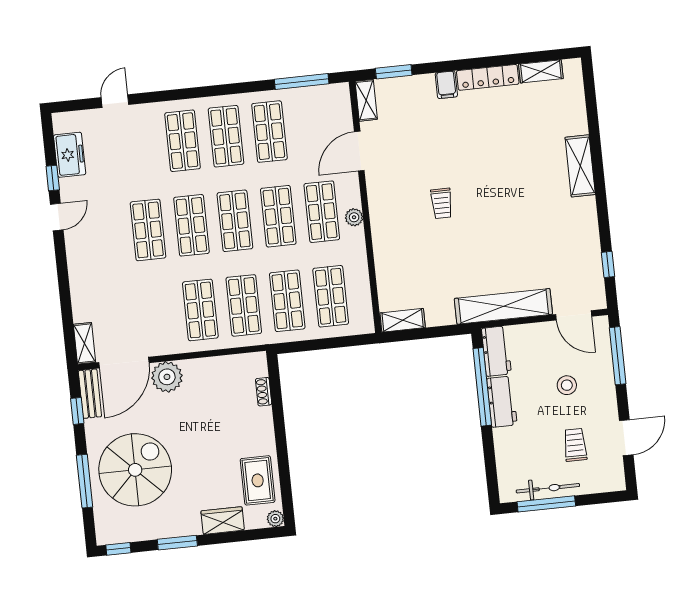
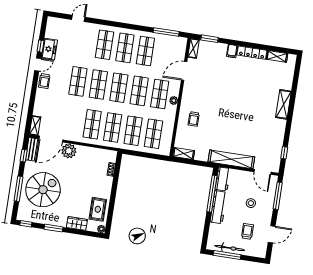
freezer: (70, 155) -> (49, 49), moved
trolley: (442, 203) -> (194, 119), moved
trolley: (79, 247) -> (44, 81), added
workbench: (502, 402) -> (218, 207), width x1.37

